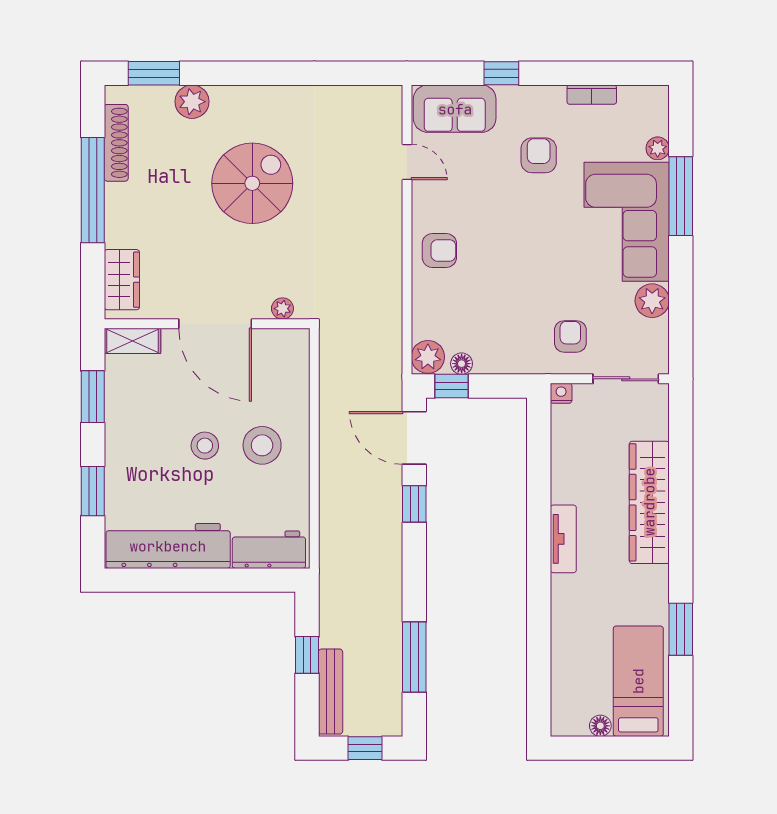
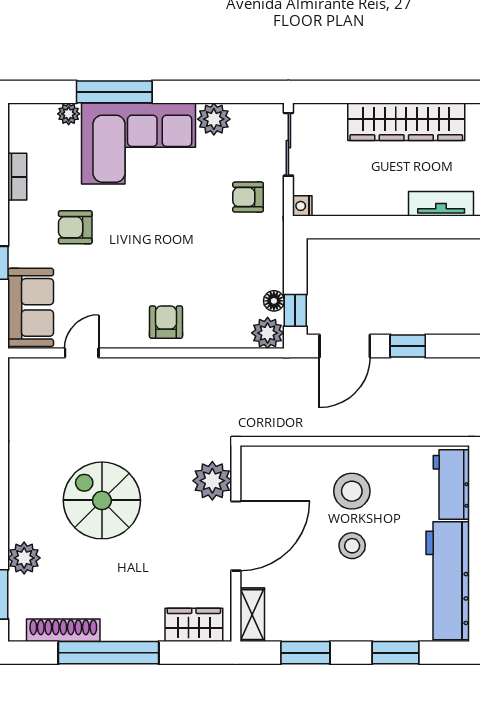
plant: (282, 309) -> (212, 481), width x1.88, depth x1.88

